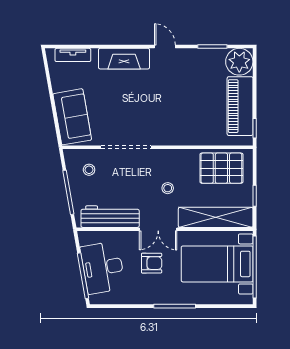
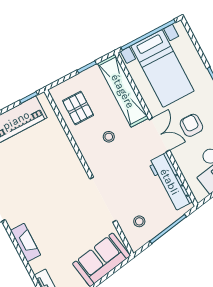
fireplace: (124, 59) -> (26, 243), width x0.73, depth x0.76
pallet: (221, 168) -> (78, 108), width x0.67, depth x0.71
stool: (168, 188) -> (109, 137), moved

